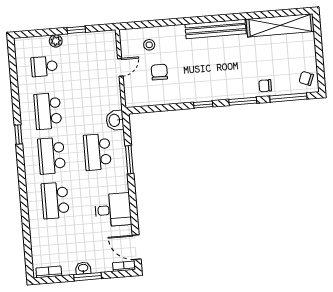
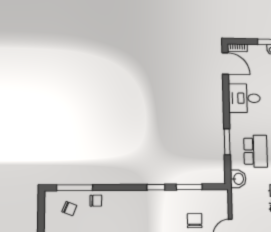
chair: (159, 72) -> (195, 221), turned 180
chair: (306, 78) -> (69, 209), moved
window: (243, 101) -> (189, 187), moved

